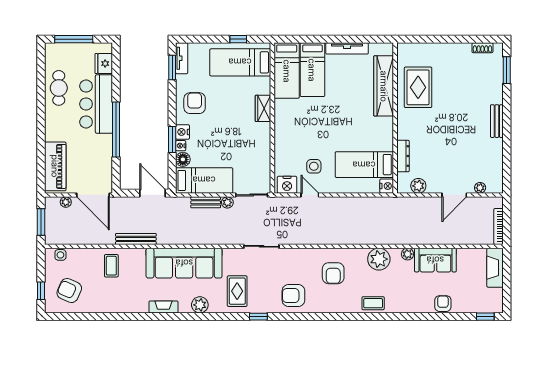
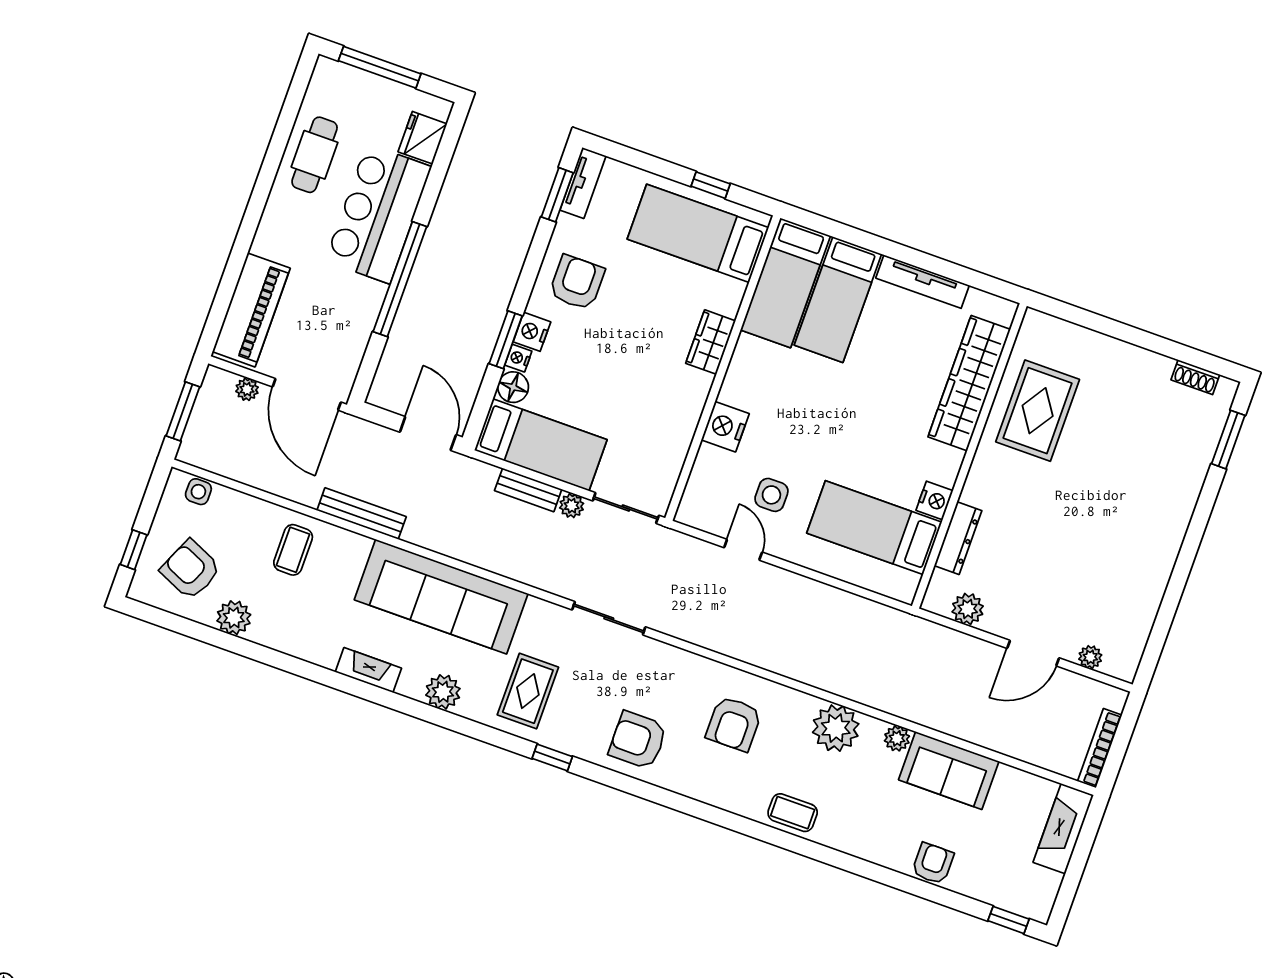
bench: (497, 121) -> (1172, 535), removed
nightstand: (287, 185) -> (725, 427), moved, turned 90
nightstand: (387, 186) -> (934, 500), moved
plant: (96, 305) -> (234, 618), added

